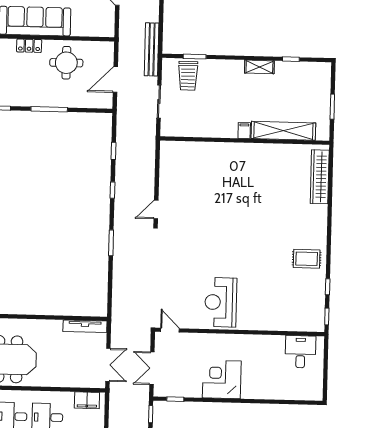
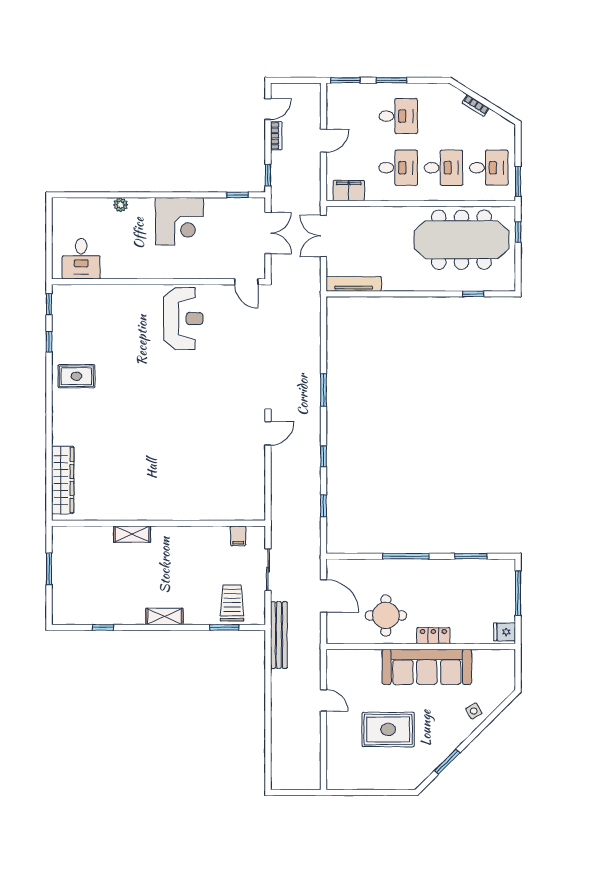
shelving: (259, 67) -> (164, 617), moved
door: (115, 80) -> (323, 596), hinge flipped
filing cabinet: (244, 131) -> (238, 536), moved
shelving: (283, 131) -> (132, 534), width x0.45, depth x0.75
plant: (268, 394) -> (121, 205), added

